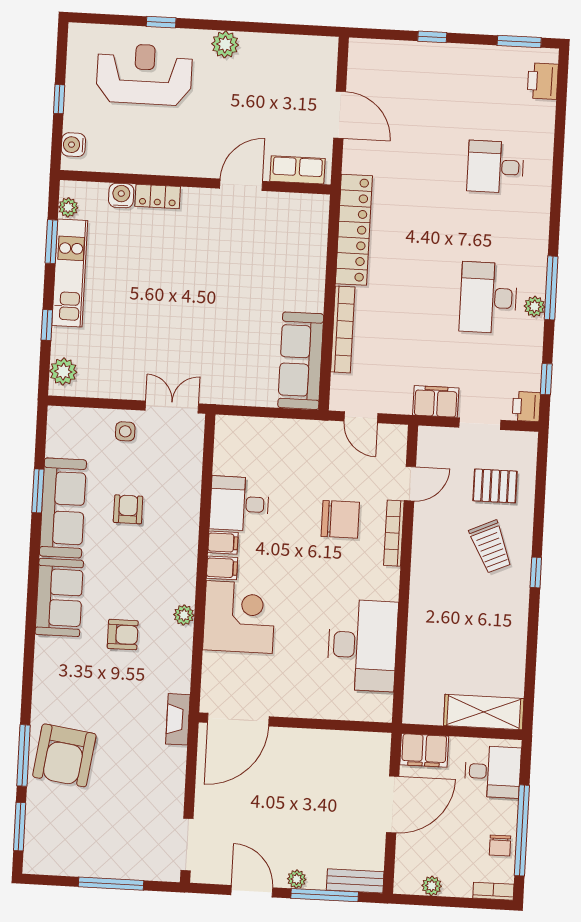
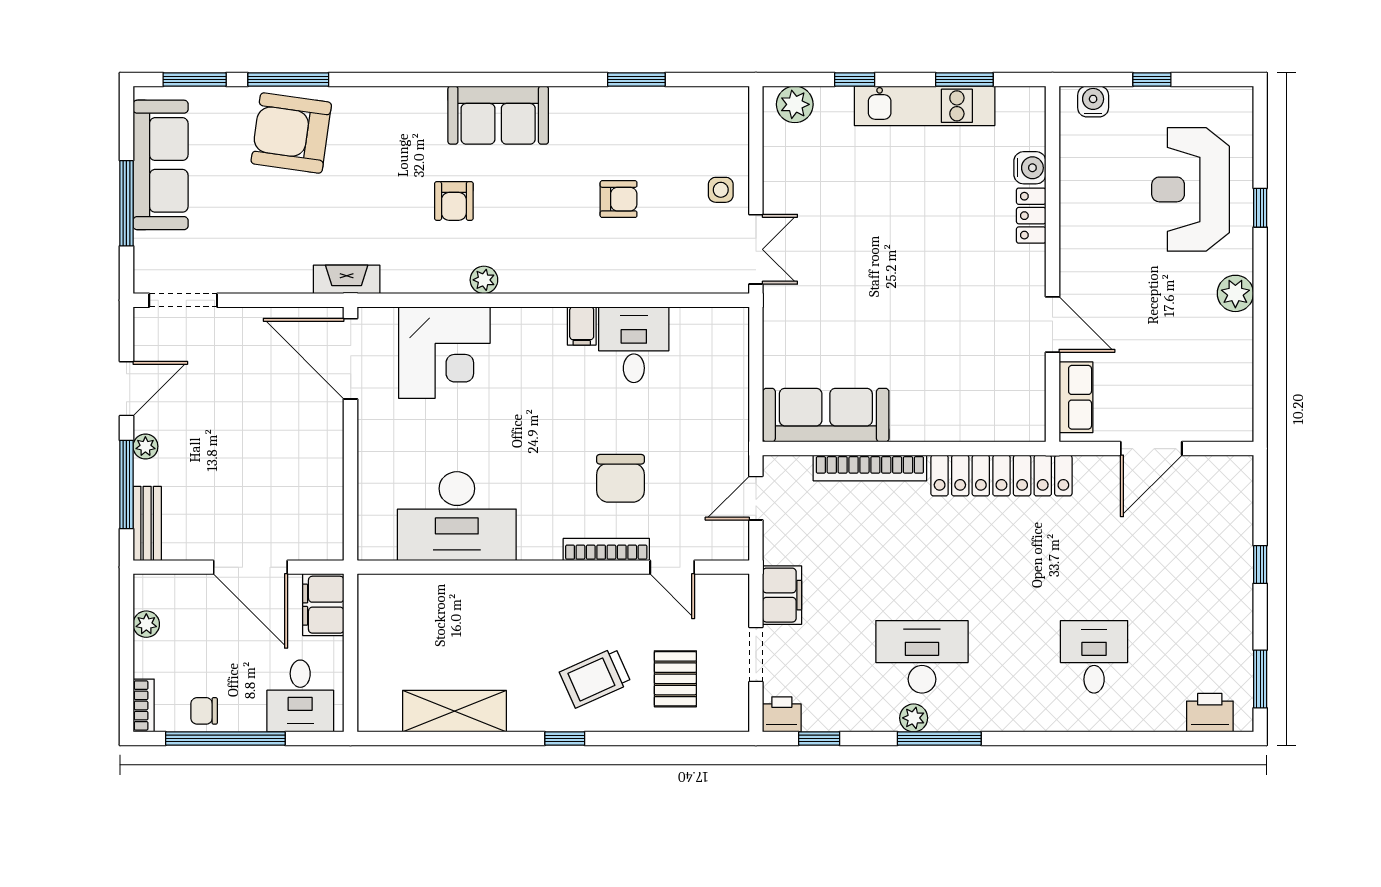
reception desk: (144, 74) -> (1191, 189), turned 180
plant: (68, 207) -> (1011, 99), removed
sofa: (63, 508) -> (161, 165), moved, turned -90
filing cabinet: (222, 568) -> (548, 326), removed
corner desk: (239, 617) -> (444, 353), moved
shelving: (484, 712) -> (454, 711), moved, turned 90

